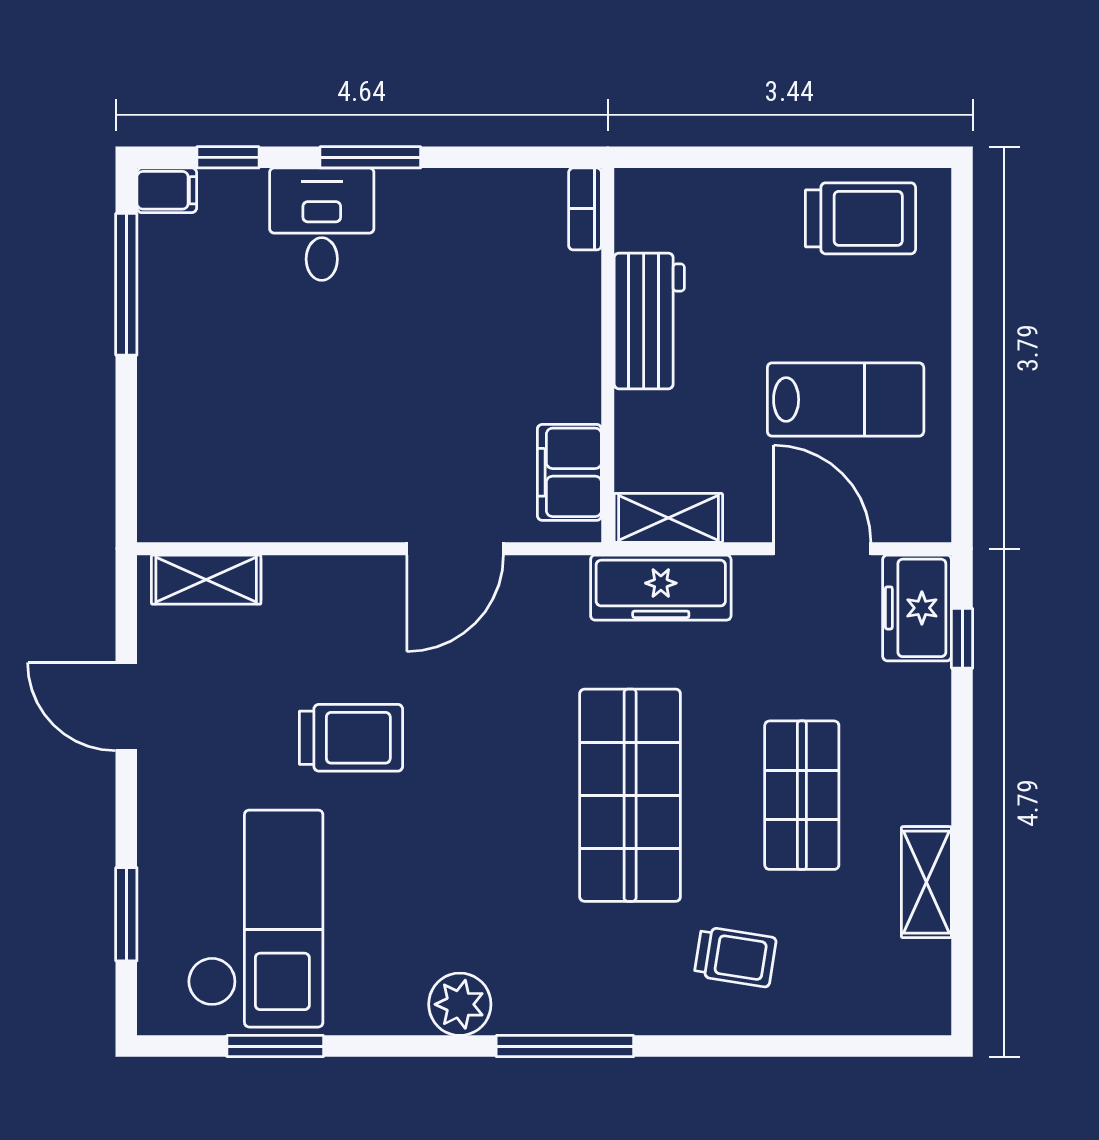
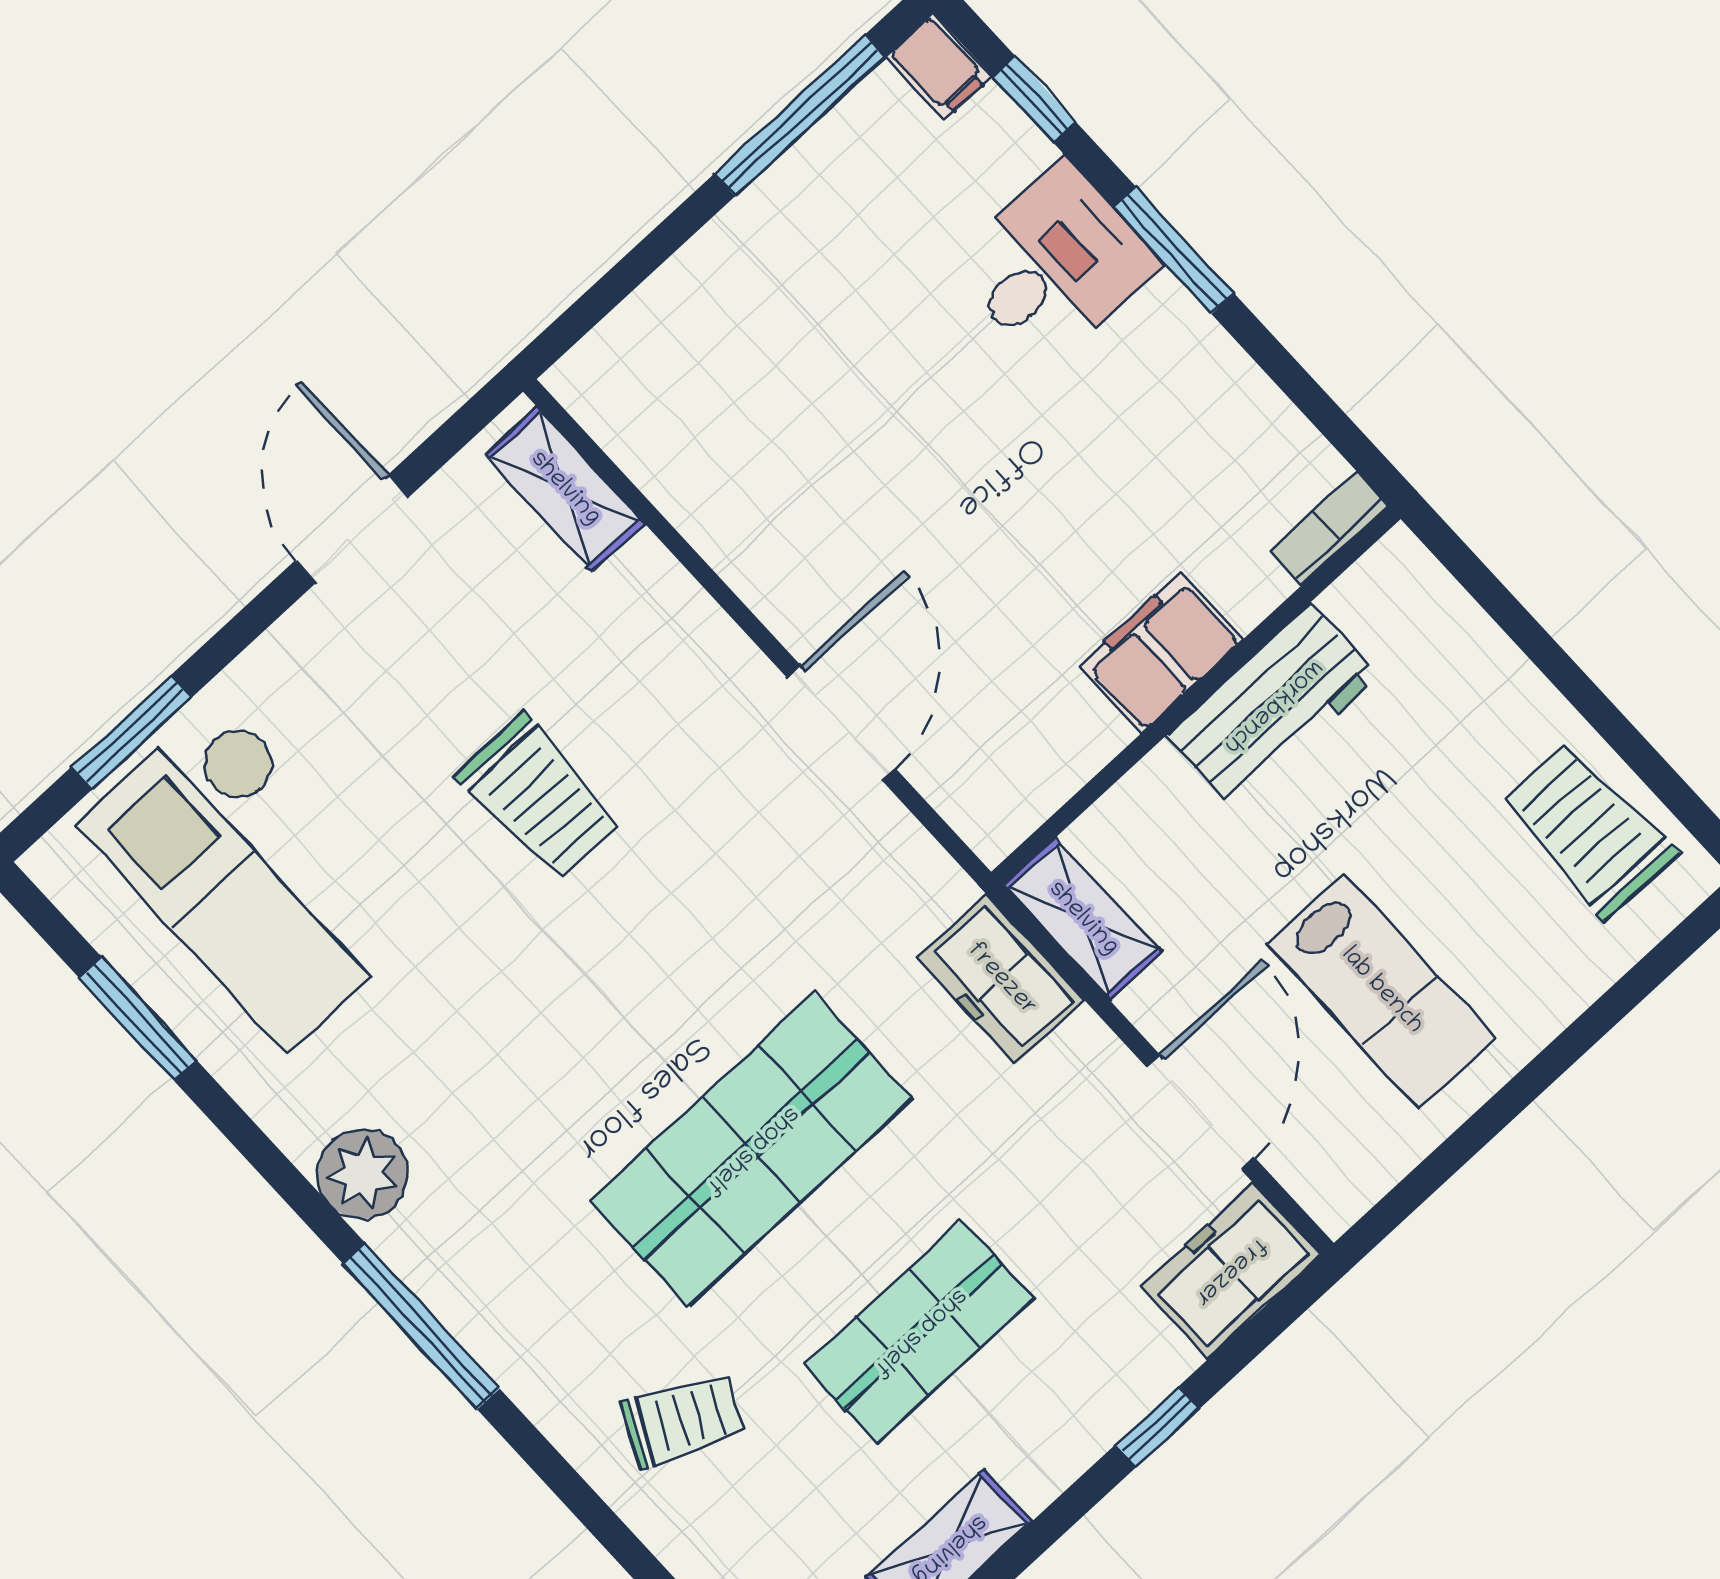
trolley: (860, 218) -> (1588, 830), turned 180
filing cabinet: (569, 472) -> (1161, 653), moved
door: (455, 549) -> (841, 723), swing flipped
freezer: (661, 588) -> (1001, 979), width x0.71
window: (962, 638) -> (1157, 1427), moved
checkout: (255, 919) -> (253, 873), turned 90
trolley: (735, 957) -> (683, 1420), turned -73

